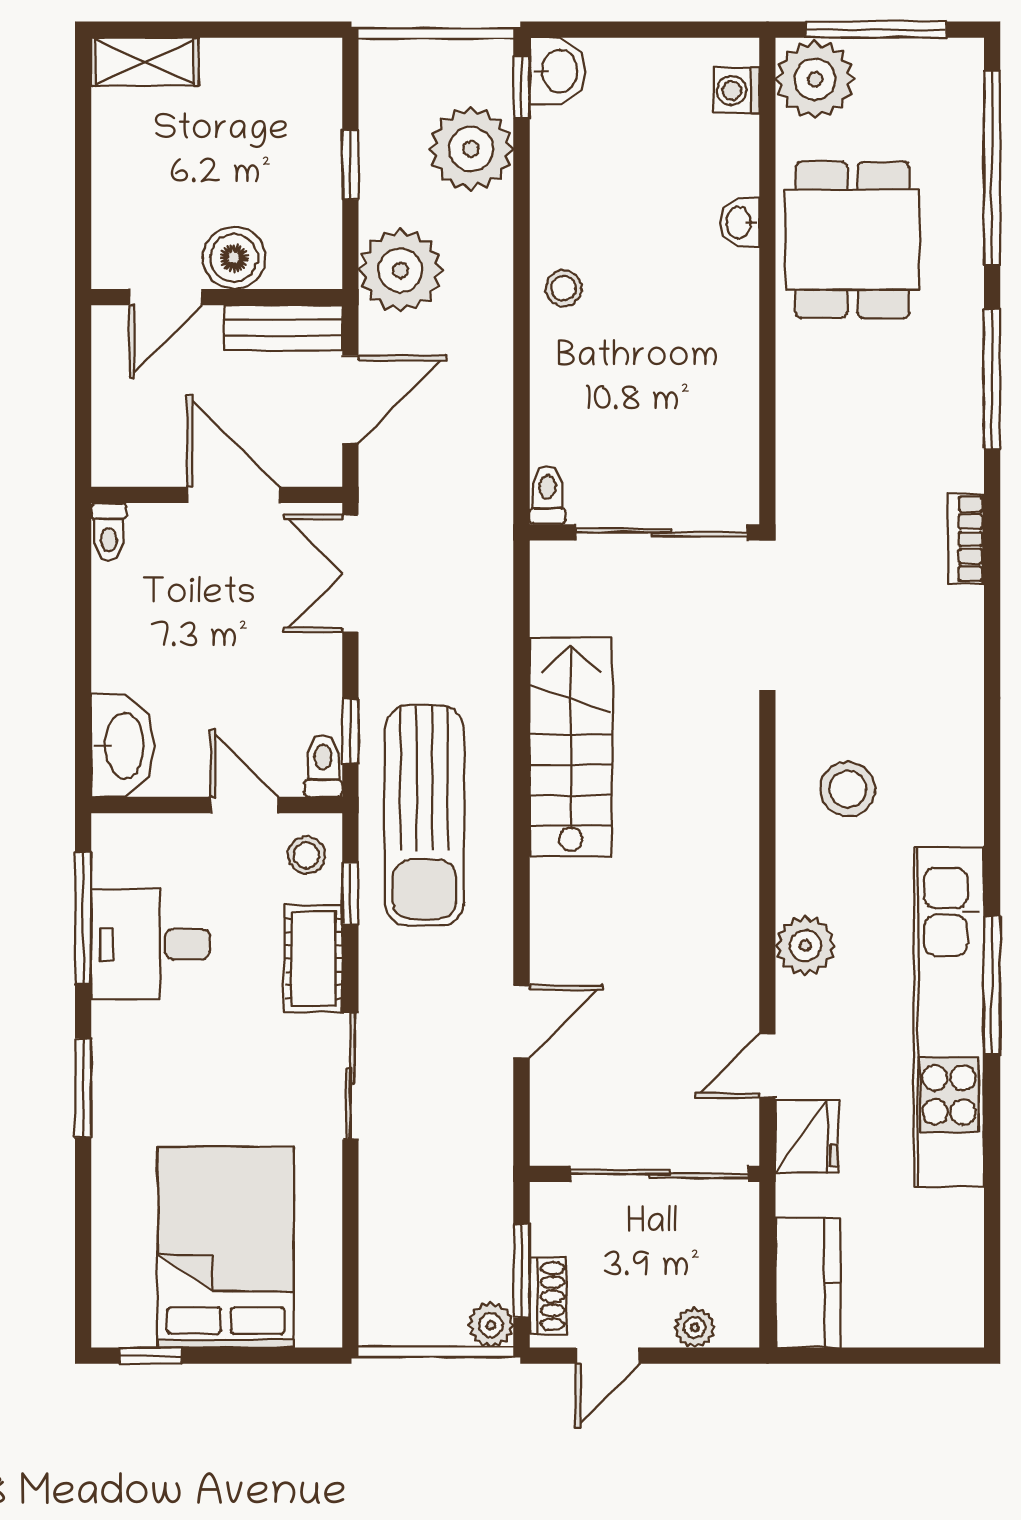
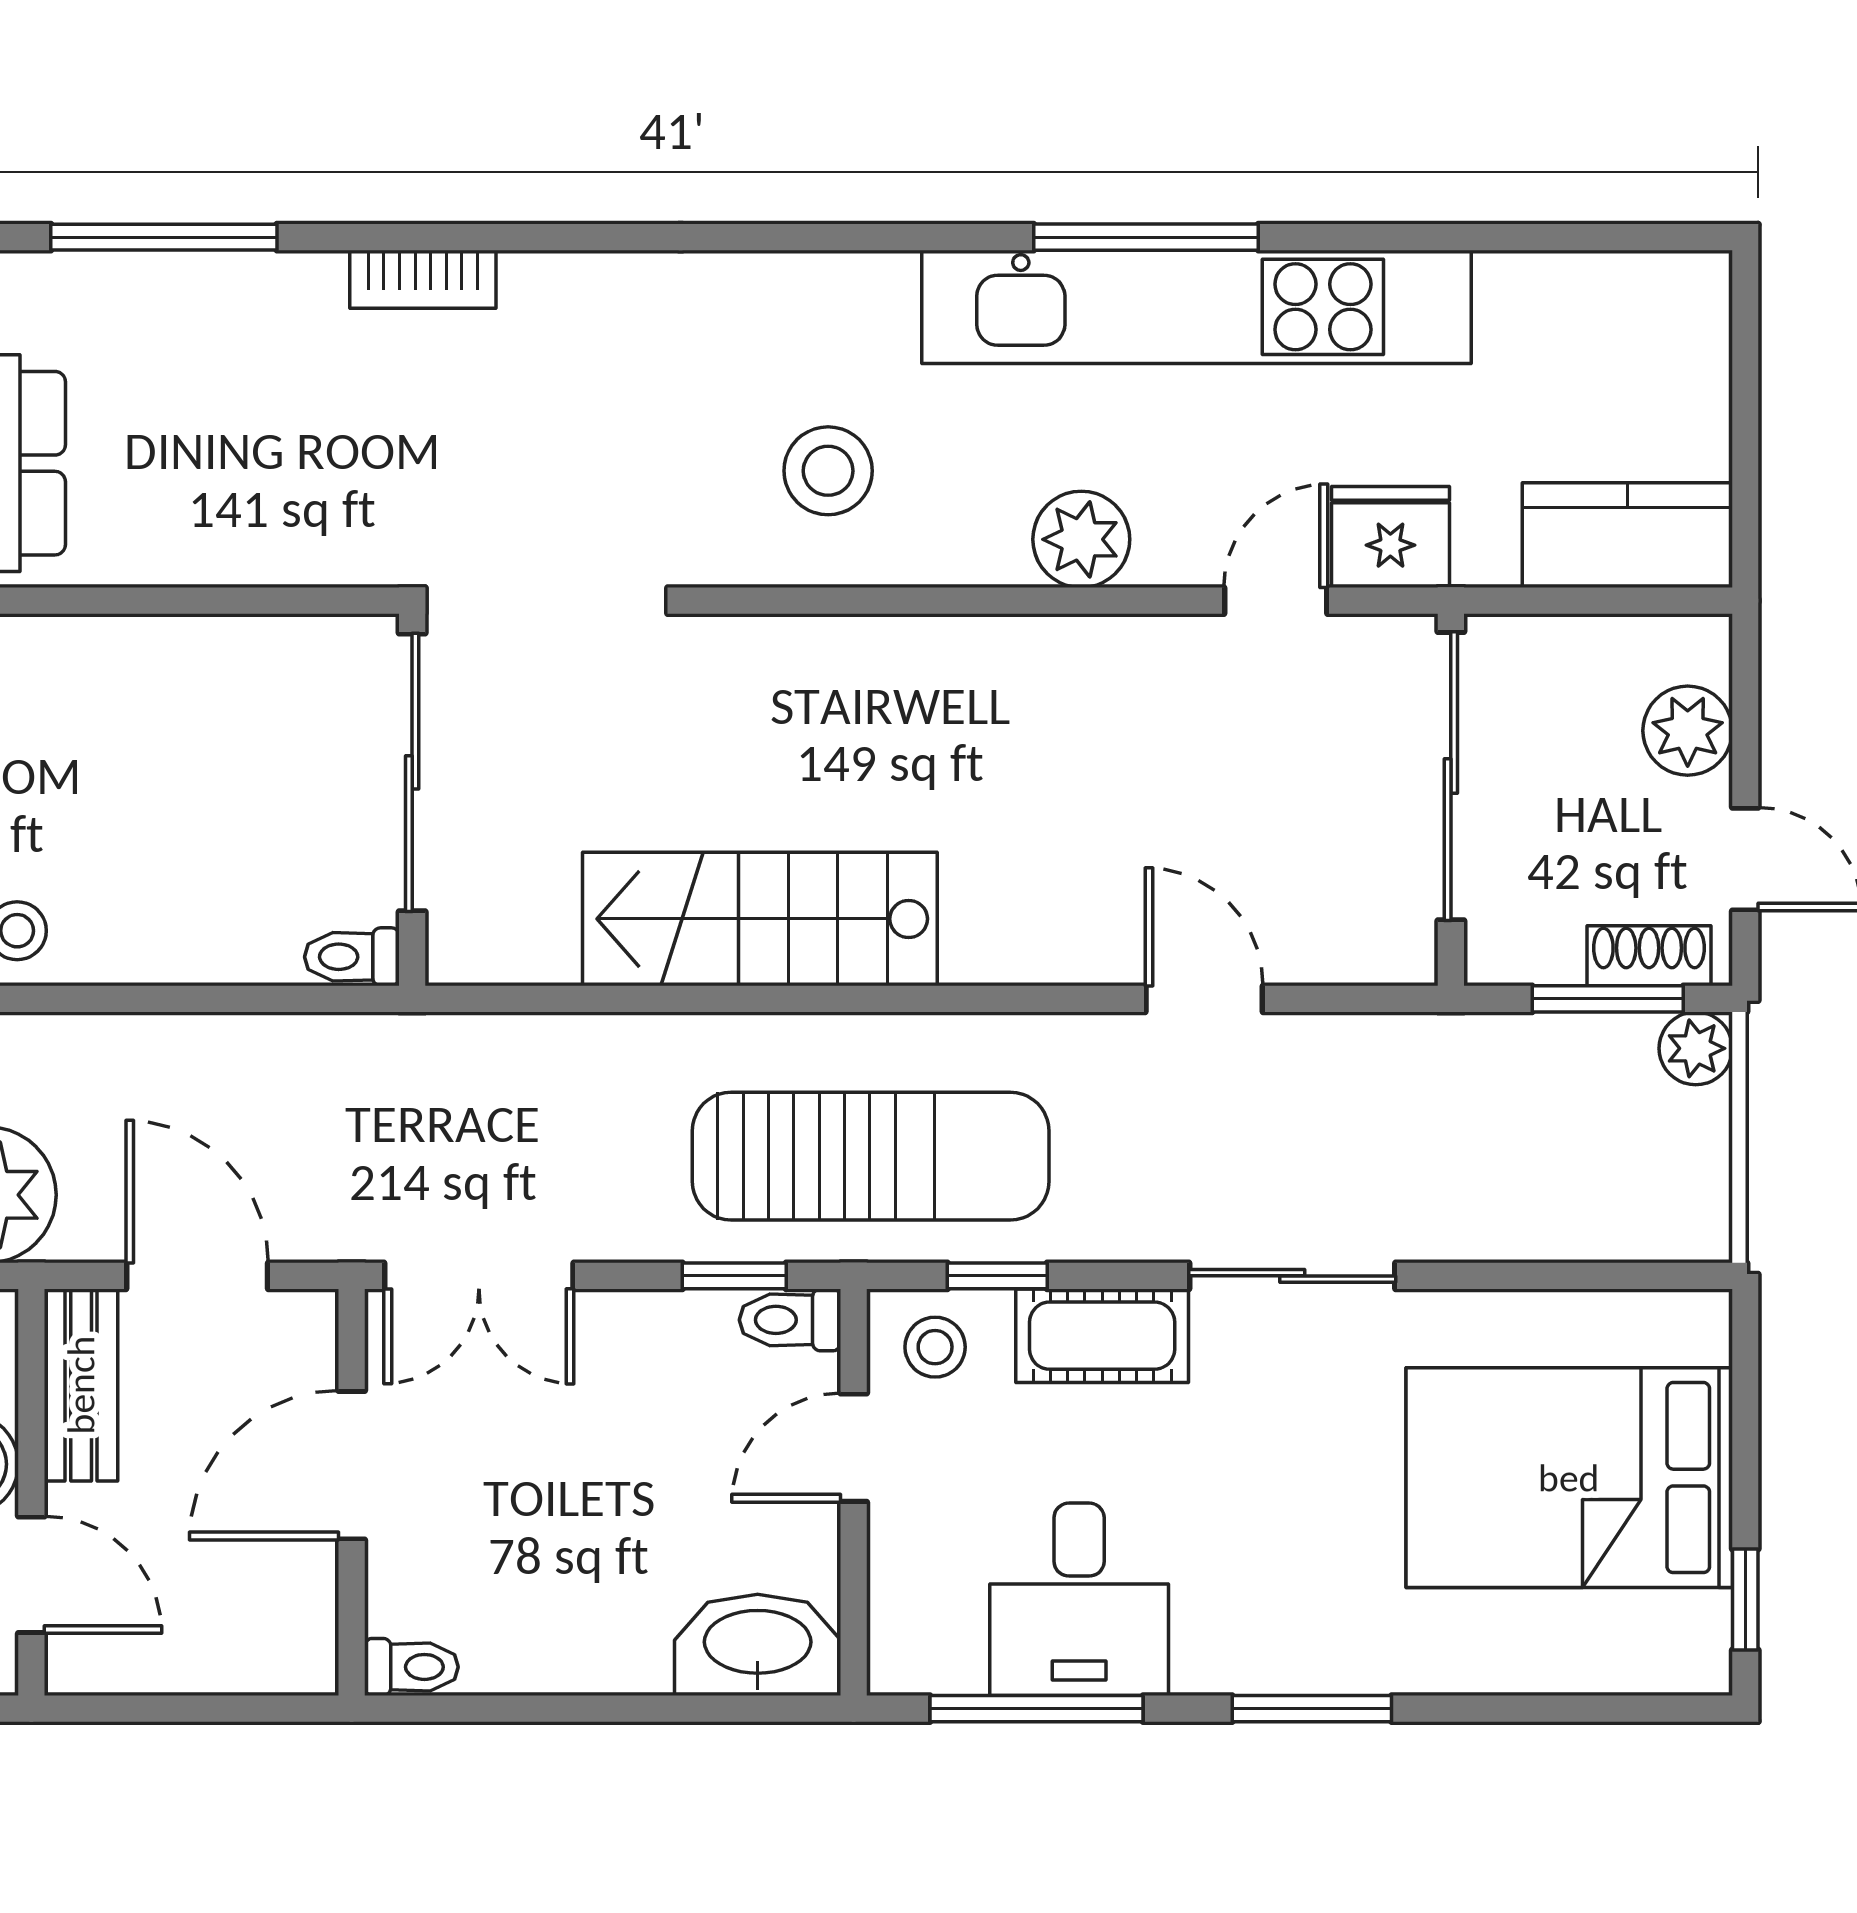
door: (767, 1066) -> (1276, 601), swing flipped
plant: (695, 1328) -> (1688, 731), width x1.38, depth x1.38

